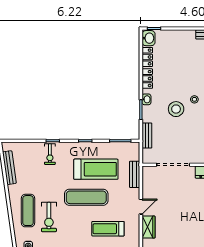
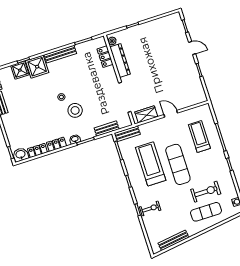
bench: (135, 174) -> (127, 134), moved
wardrobe: (148, 227) -> (146, 114), moved
treadmill: (108, 229) -> (199, 136), turned 180

